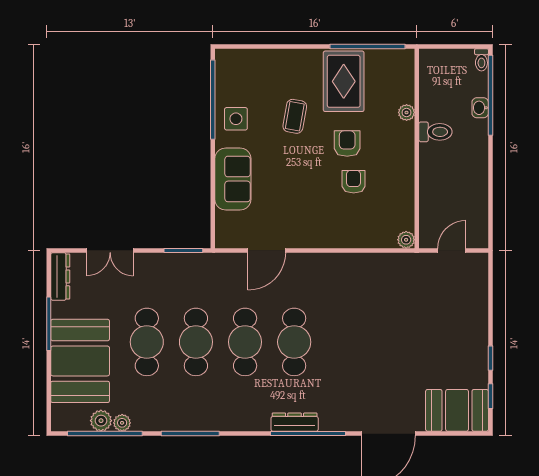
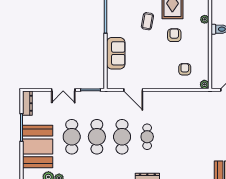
side table: (236, 119) -> (117, 22), removed
armchair: (354, 182) -> (185, 69), moved
double door: (110, 250) -> (63, 90), moved
door: (267, 250) -> (133, 90), hinge flipped
cafe table: (294, 342) -> (147, 137), width x0.73, depth x0.74

